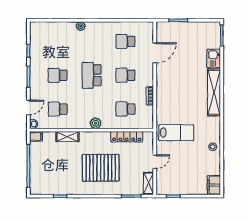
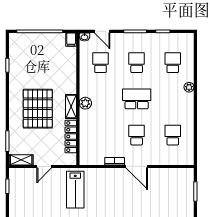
door: (155, 53) -> (137, 166), moved
school desk: (125, 109) -> (173, 63), moved
shelving: (68, 137) -> (71, 106), moved
door: (155, 162) -> (44, 166), hinge flipped

